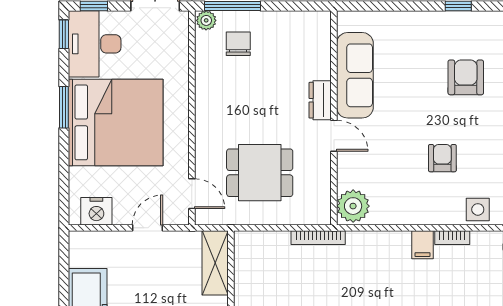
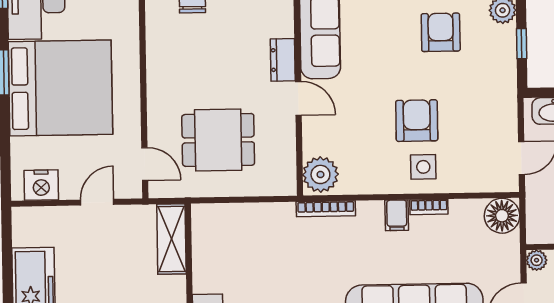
armchair: (442, 158) -> (417, 121), width x1.38, depth x1.38
side table: (478, 209) -> (423, 167), moved
bookcase: (318, 238) -> (326, 209), moved

